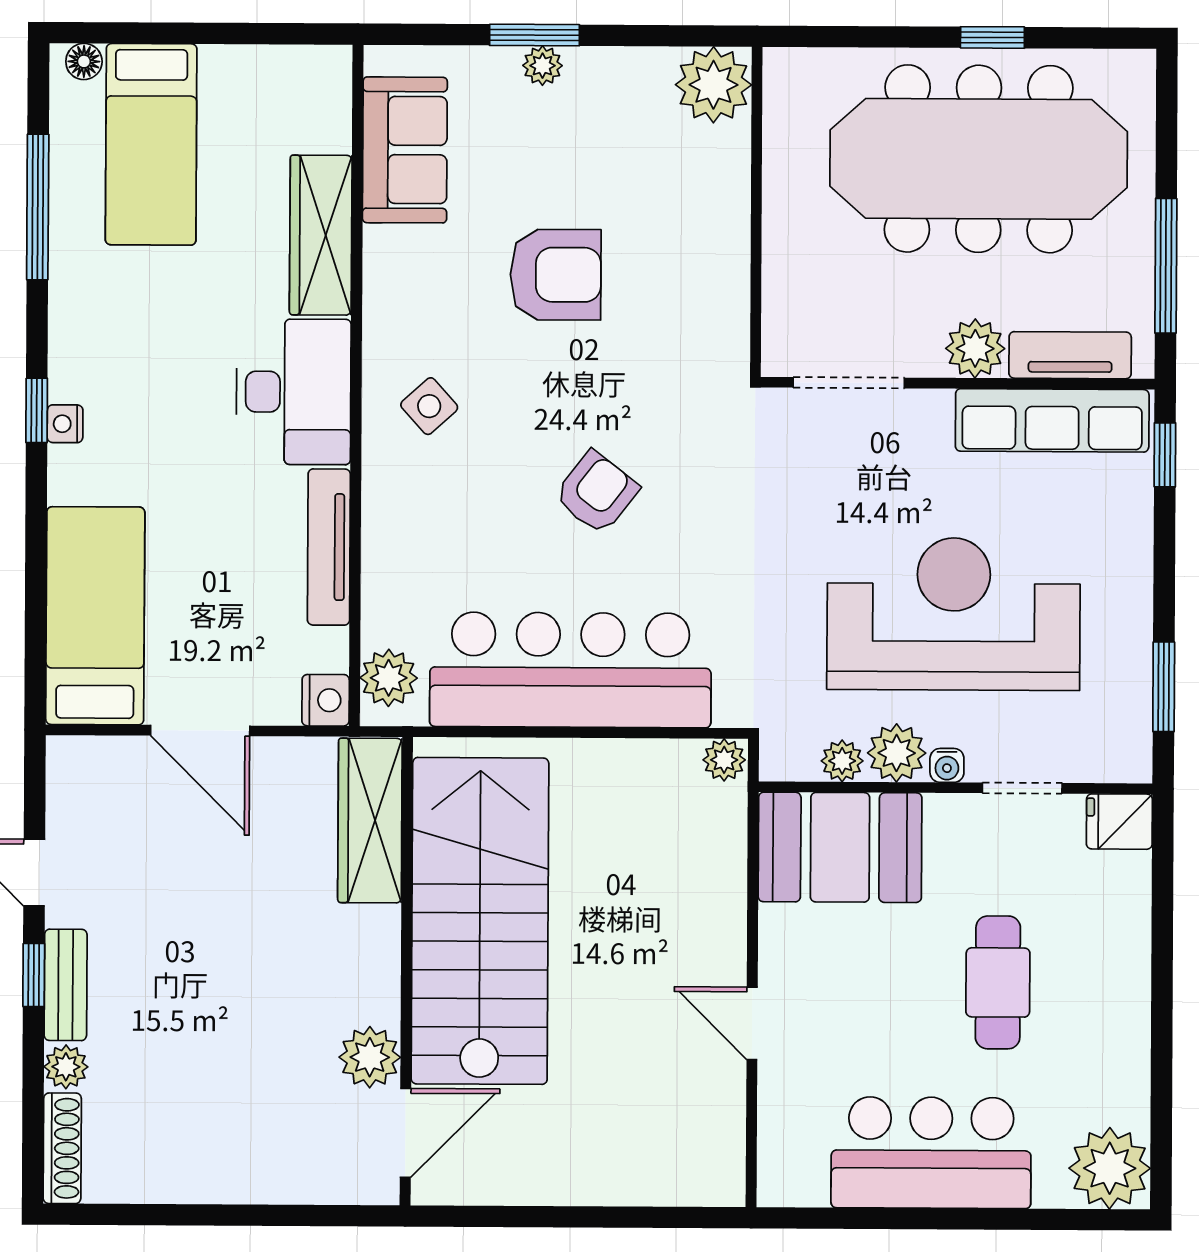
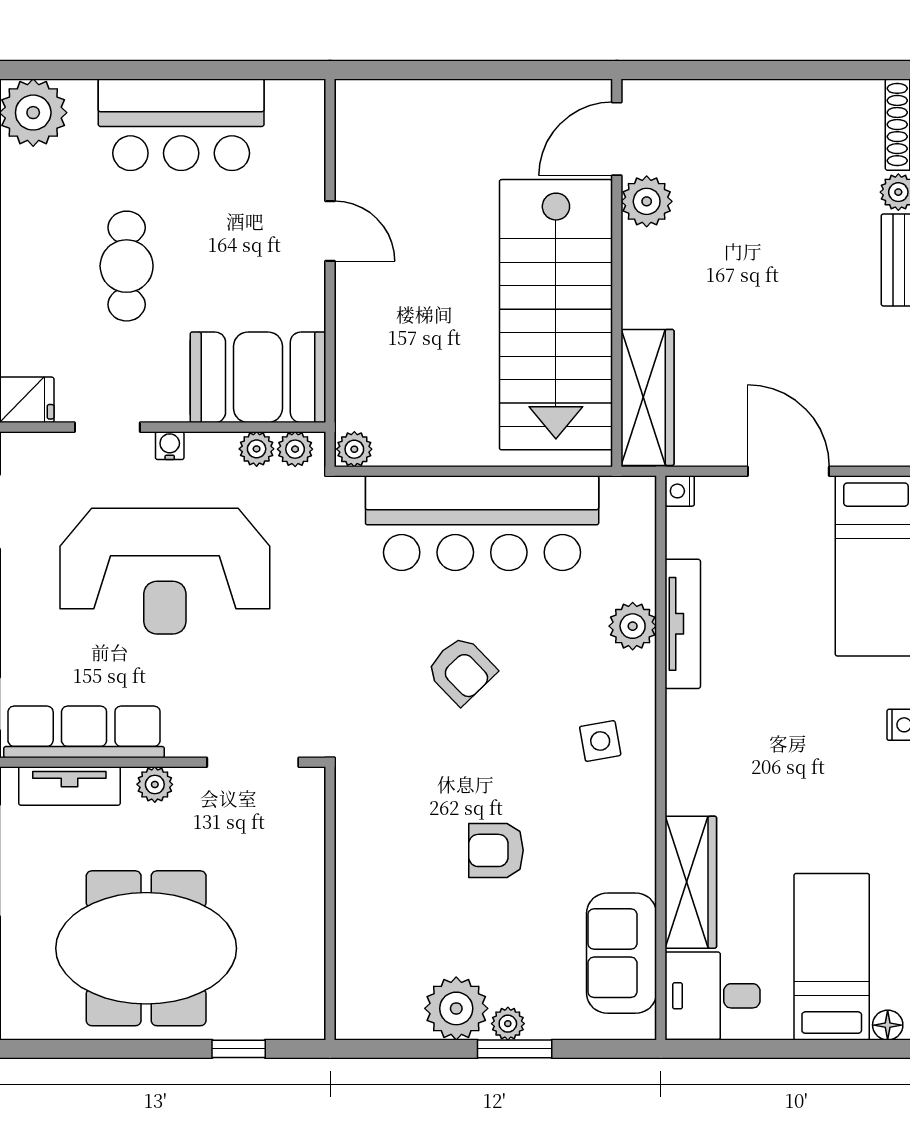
window: (992, 37) -> (239, 1049), moved
plant: (713, 85) -> (456, 1008), moved
meeting table: (979, 159) -> (146, 948), width x0.73
armchair: (556, 275) -> (496, 850), width x0.72, depth x0.72
plant: (975, 348) -> (155, 784), width x0.73, depth x0.73
desk: (294, 392) -> (713, 996), moved, width x0.73
side table: (429, 406) -> (600, 741), turned 32
armchair: (596, 492) -> (461, 670), turned -82
plant: (389, 678) -> (633, 626), moved
nightstand: (326, 700) -> (680, 491), width x0.72, depth x0.74
plant: (897, 753) -> (295, 449), moved, width x0.73, depth x0.73

